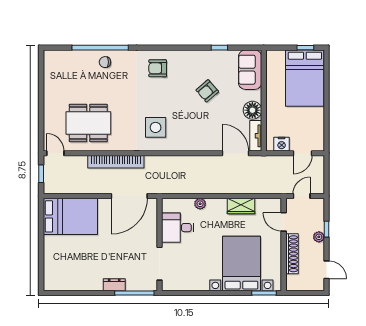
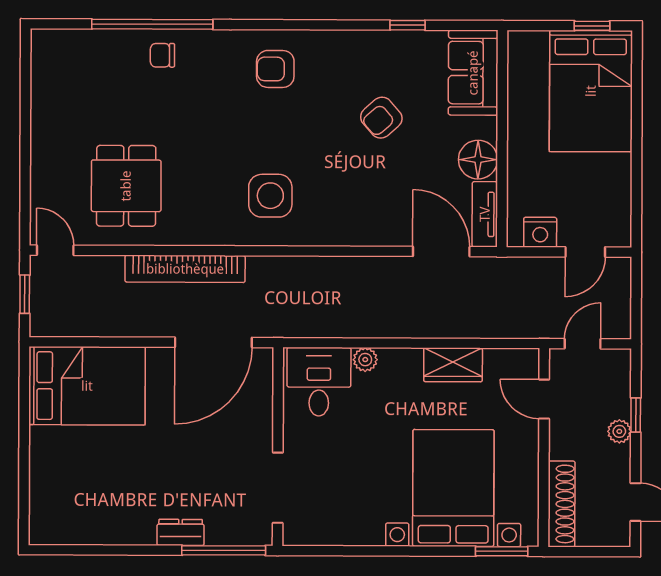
dining table: (88, 123) -> (126, 186), width x0.73
desk: (178, 228) -> (319, 382), moved, turned 90
shoe rack: (292, 254) -> (562, 504), moved

